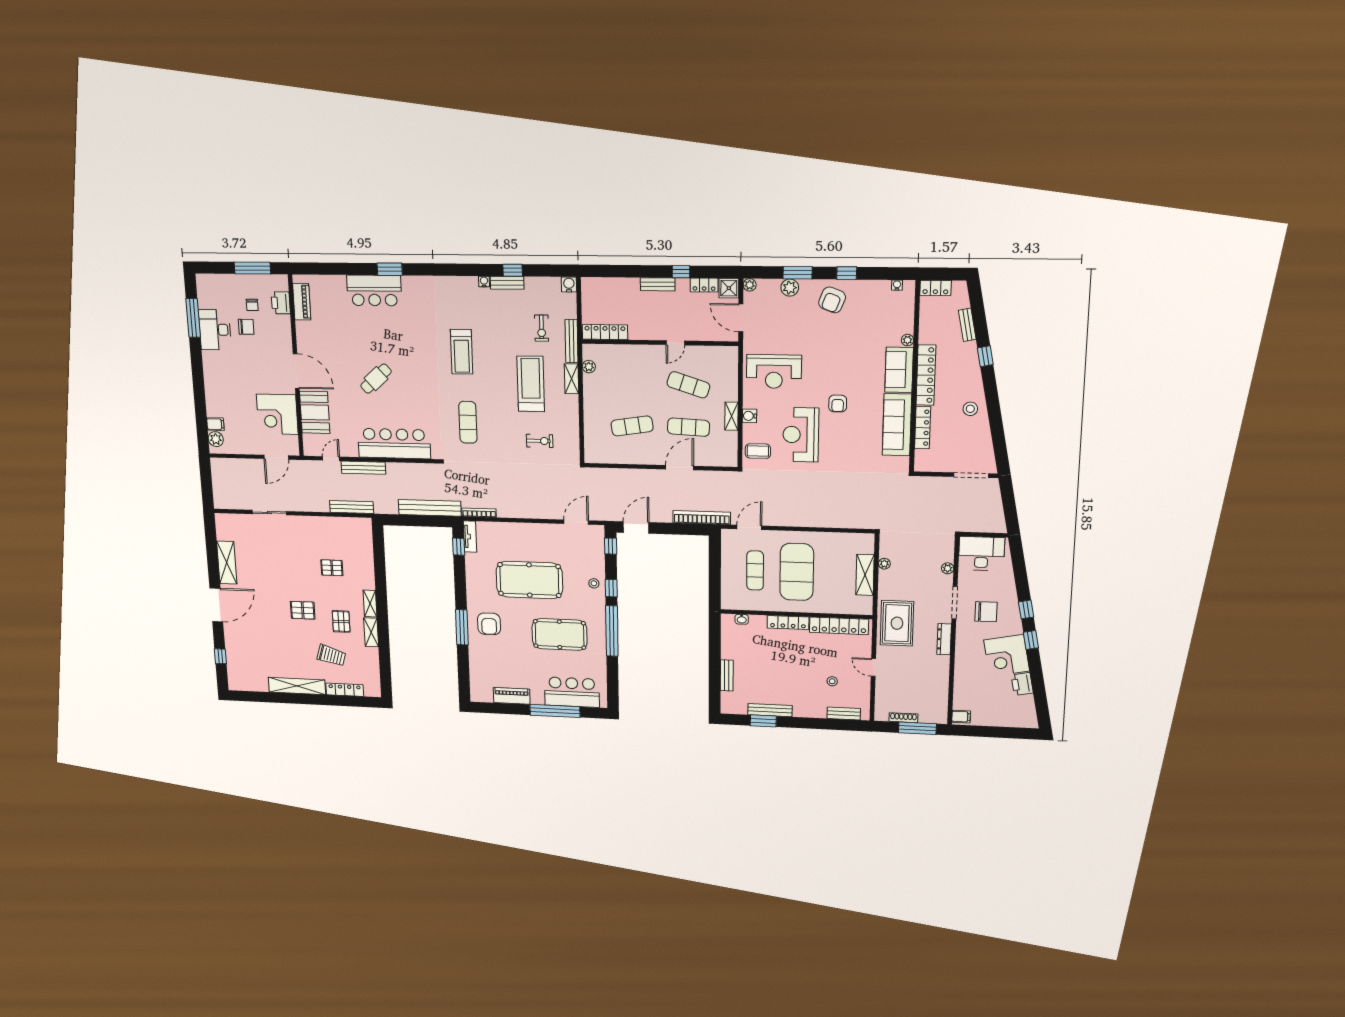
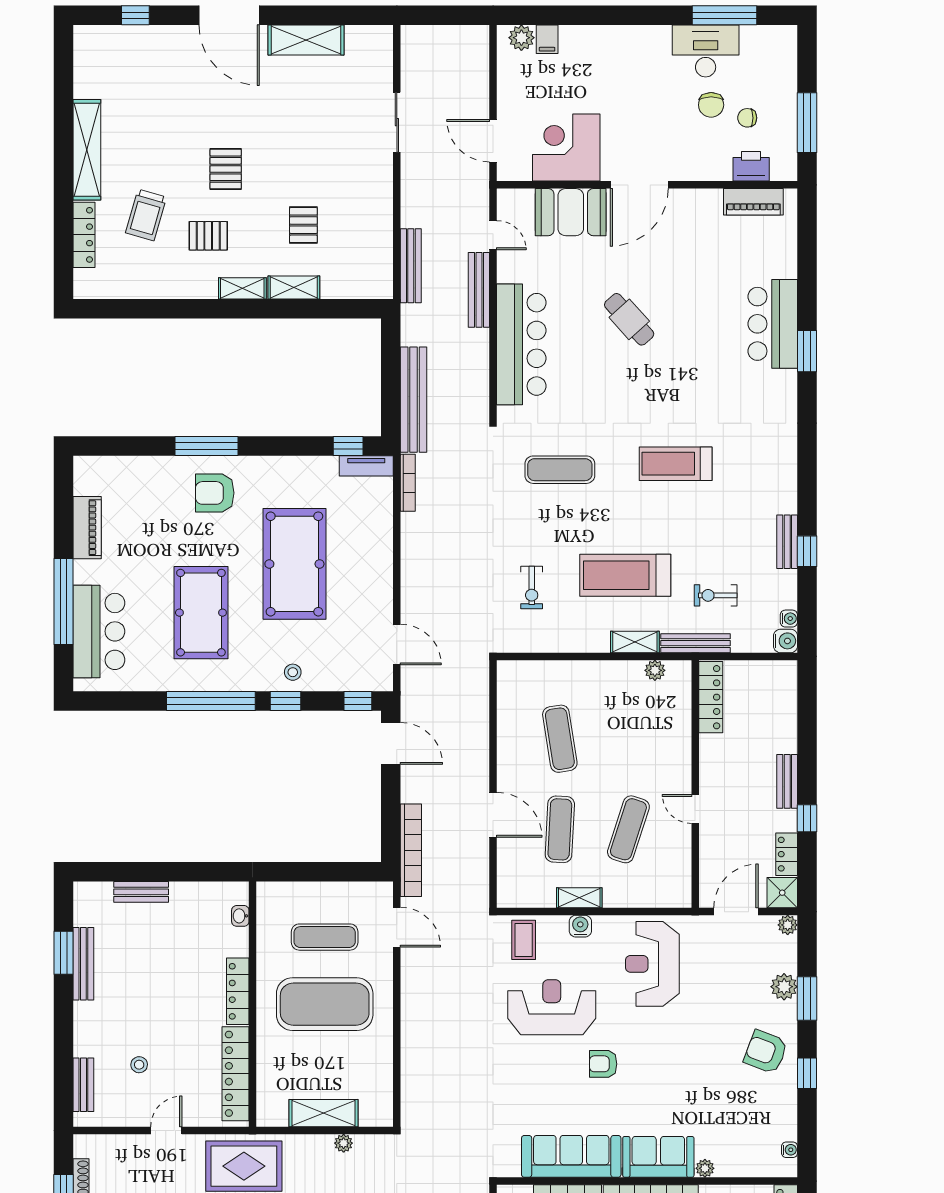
water cooler: (484, 281) -> (789, 619), moved
treadmill: (531, 384) -> (625, 575), turned 180
shelving: (371, 632) -> (294, 288), moved

